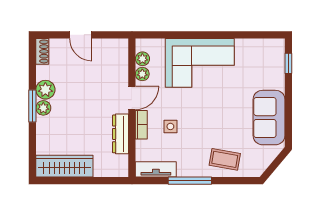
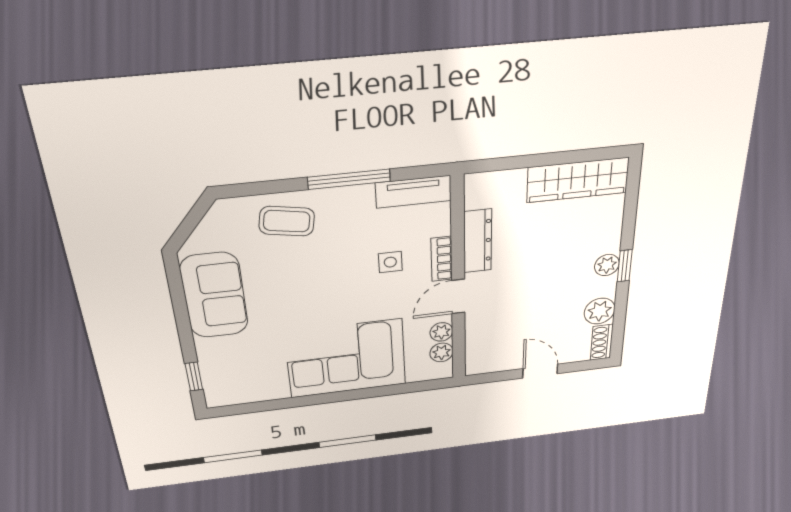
plant: (45, 90) -> (600, 311), moved
window: (32, 106) -> (625, 266), width x0.67

